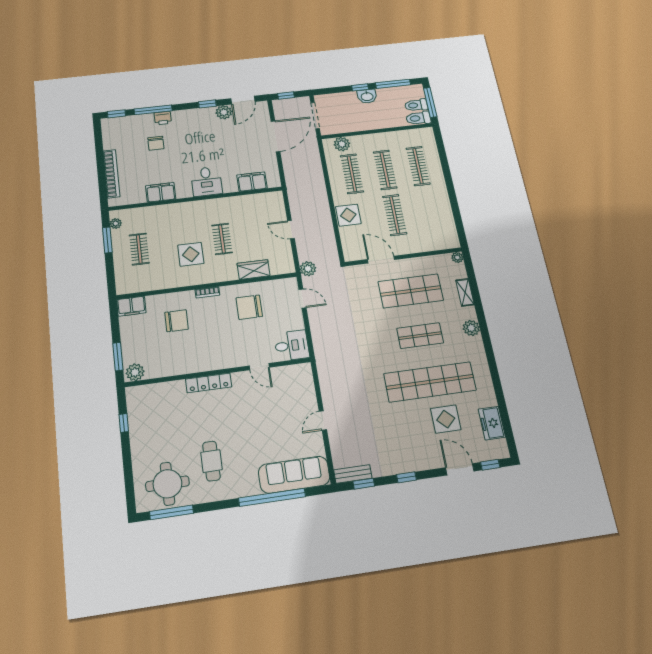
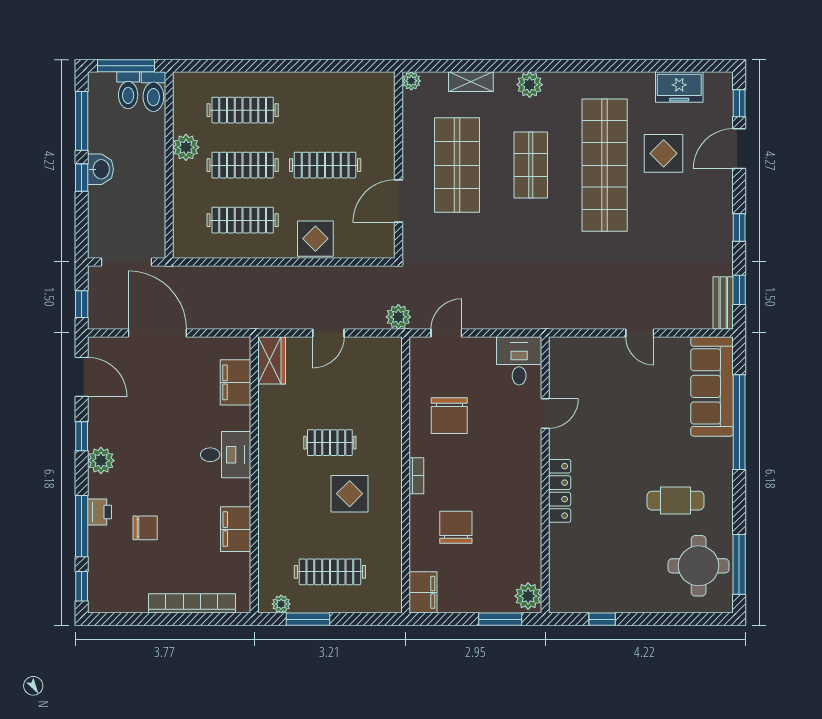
plant: (224, 112) -> (101, 461), moved
plant: (342, 144) -> (186, 147), moved
clothes rail: (139, 249) -> (330, 572), width x1.36
wardrobe: (253, 270) -> (272, 360), moved, turned 180

